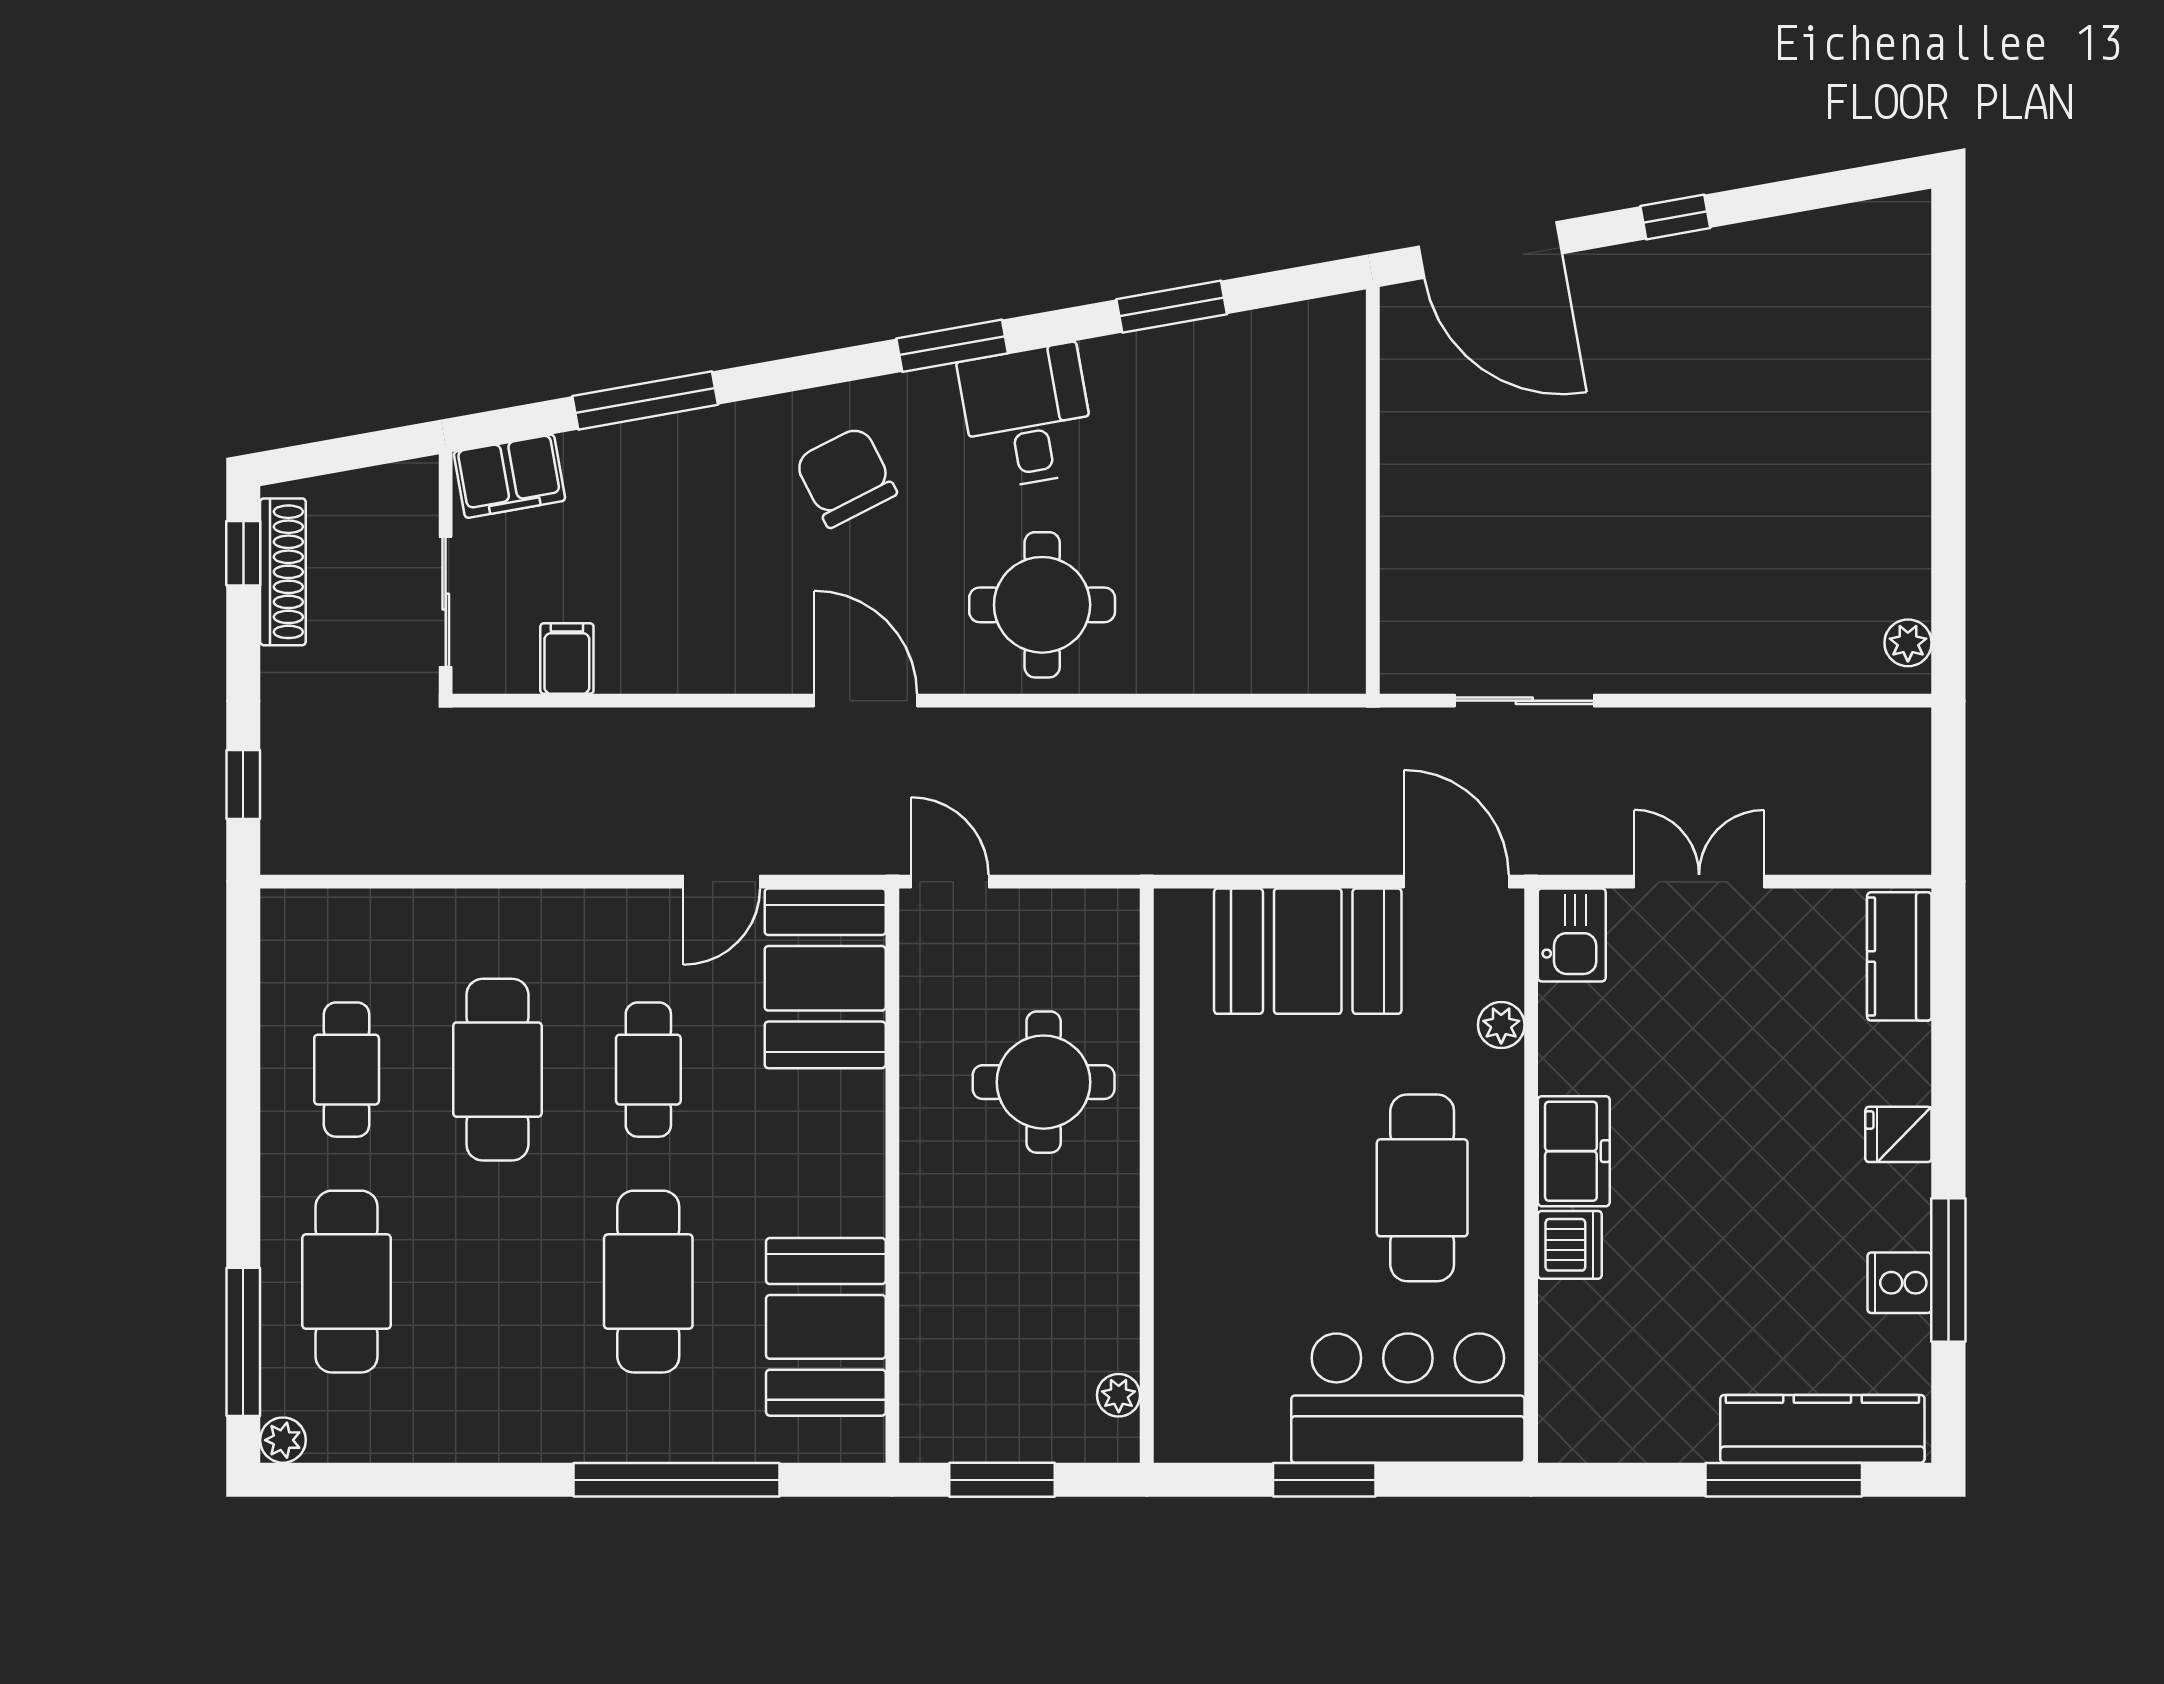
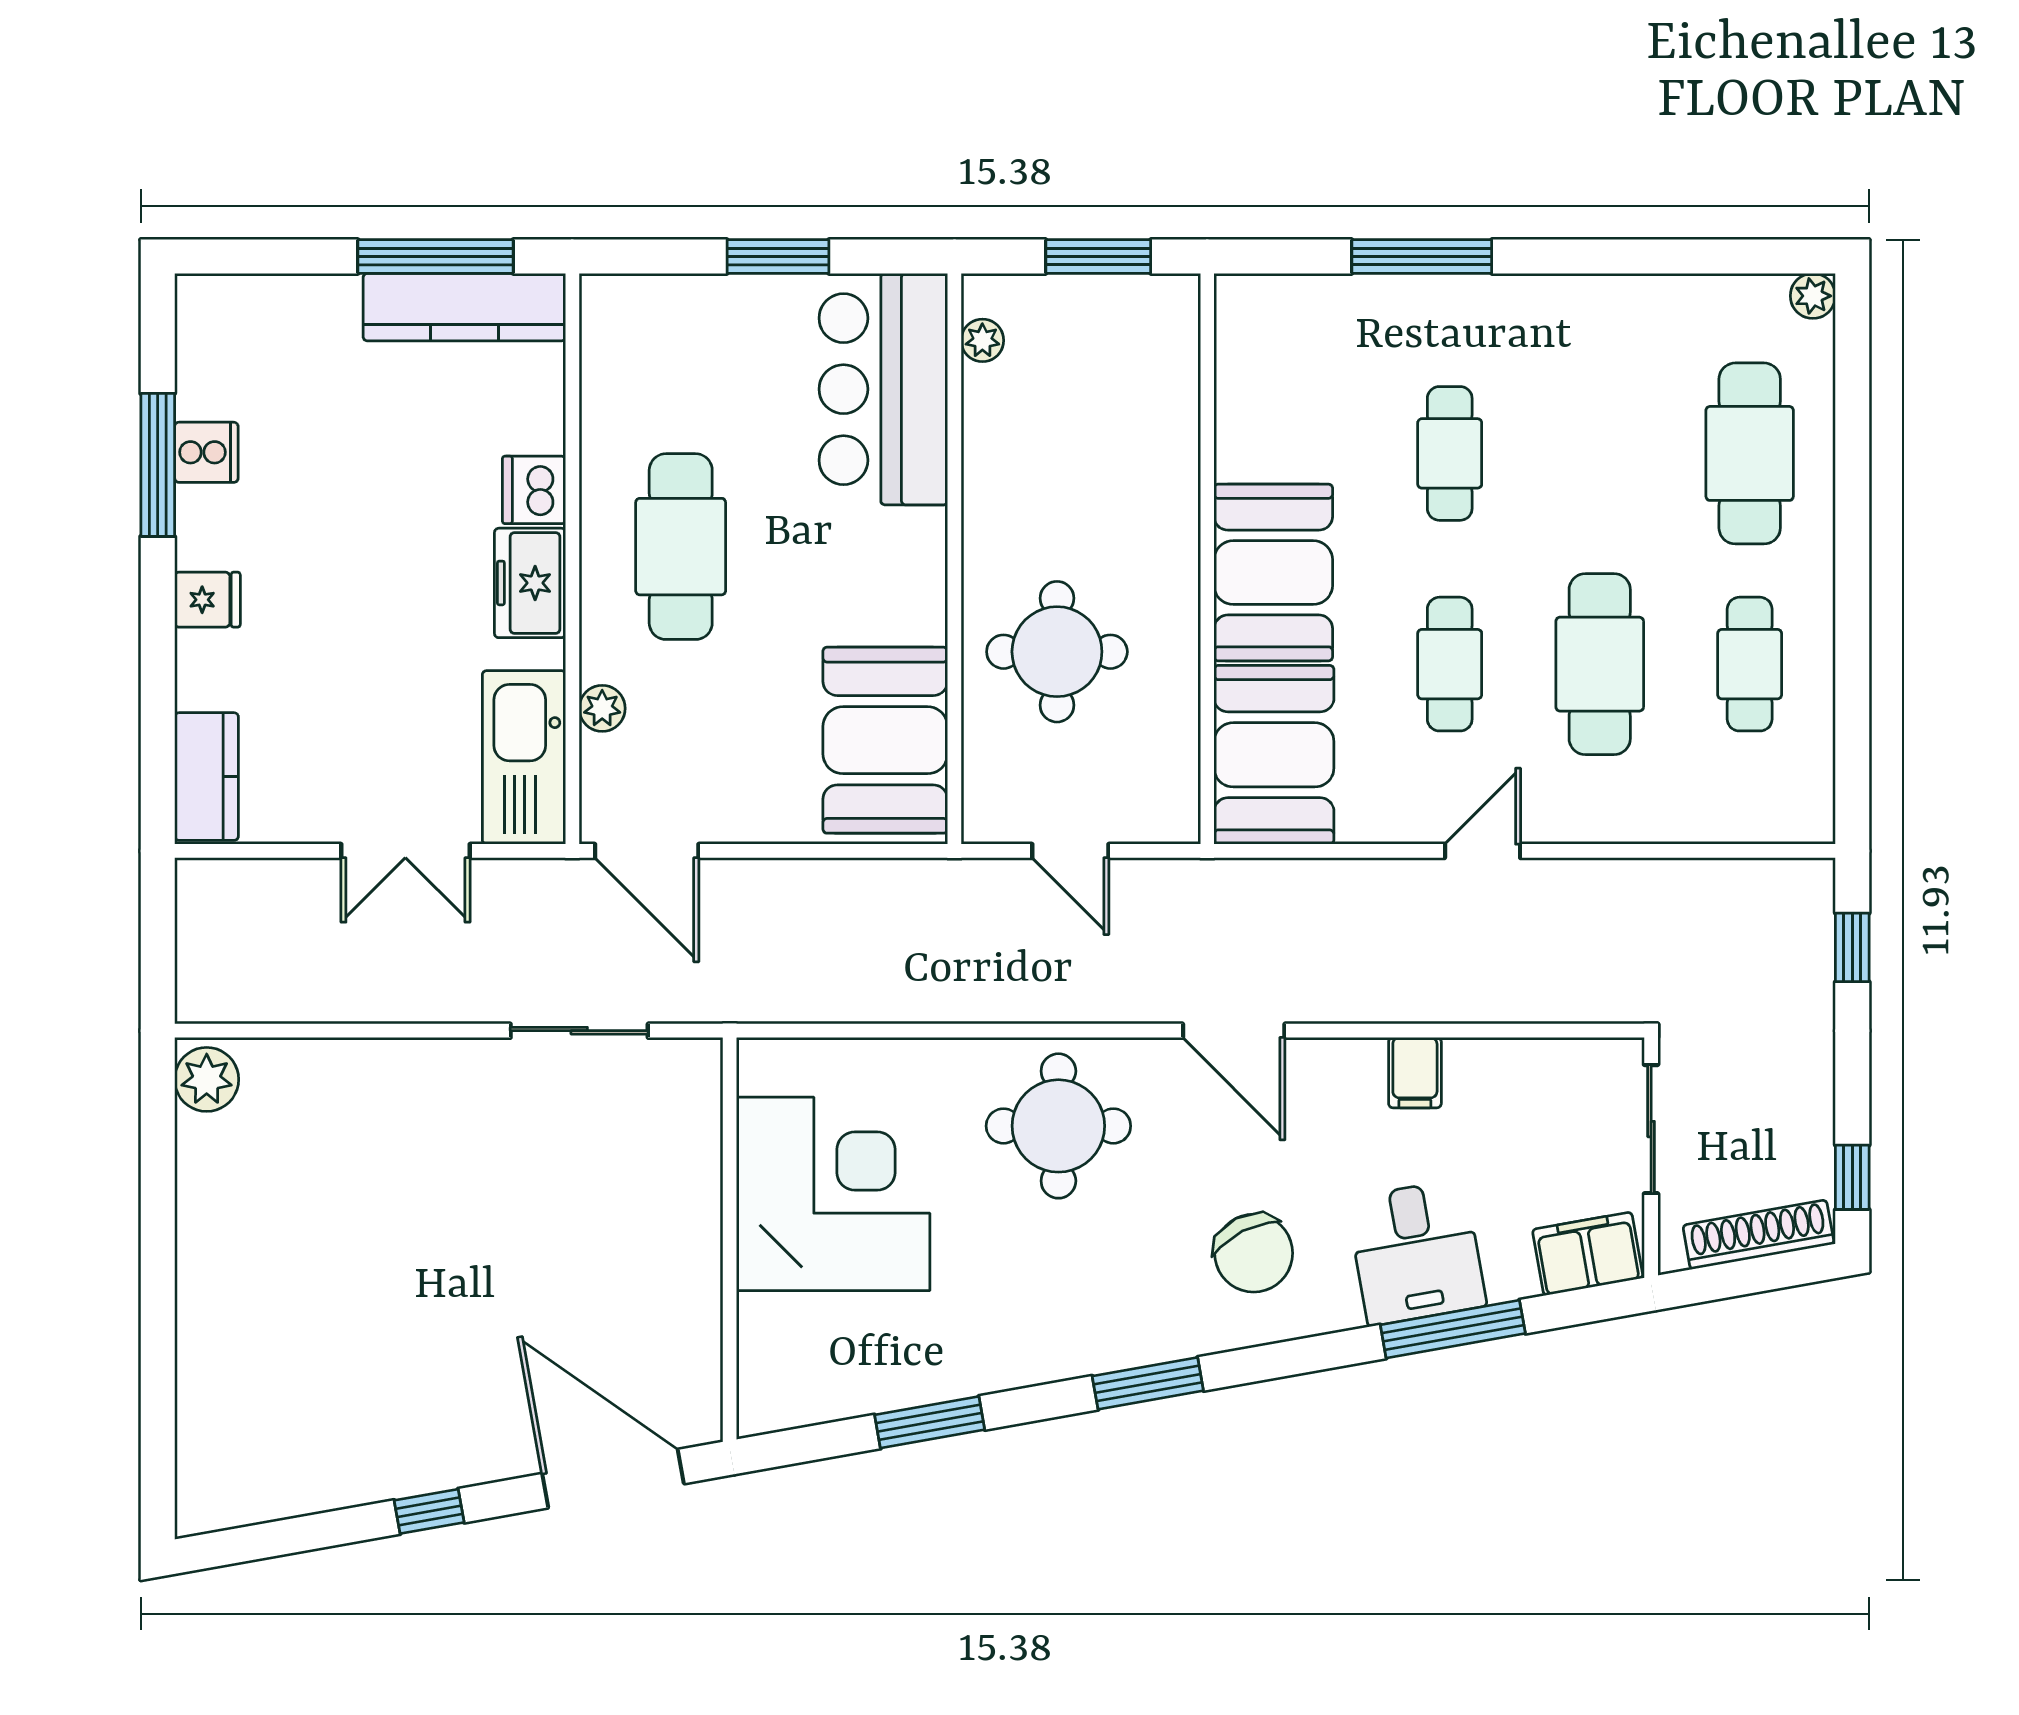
desk: (1027, 416) -> (1416, 1252), moved
corner desk: (1269, 536) -> (833, 1194), added
shoe rack: (283, 572) -> (1758, 1235), moved, turned 80
plant: (1908, 643) -> (207, 1079), width x1.38, depth x1.38
filing cabinet: (567, 659) -> (1415, 1073), moved
door: (722, 882) -> (1483, 851), moved
door: (950, 882) -> (1070, 851), moved
kitchen sink: (1572, 935) -> (524, 757), width x1.88, depth x1.24
booth: (1308, 951) -> (885, 740), moved, turned 90
cafe table: (648, 1282) -> (1450, 453), width x0.73, depth x0.74
booth: (826, 1327) -> (1273, 573), moved
window: (243, 1342) -> (1852, 394), removed
bar counter: (1408, 1398) -> (883, 389), moved, turned 90
kitchen counter: (1822, 1429) -> (464, 307), moved
window: (676, 1480) -> (1422, 256), width x0.68
window: (1784, 1480) -> (435, 256), moved

